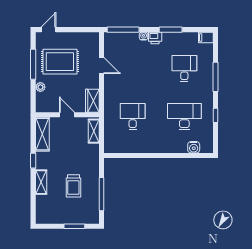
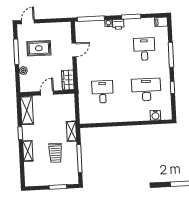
rug: (60, 62) -> (39, 48), width x0.73, depth x0.70
door: (101, 66) -> (74, 50), hinge flipped
door: (67, 115) -> (47, 93), hinge flipped
shelving: (94, 131) -> (71, 131), moved

